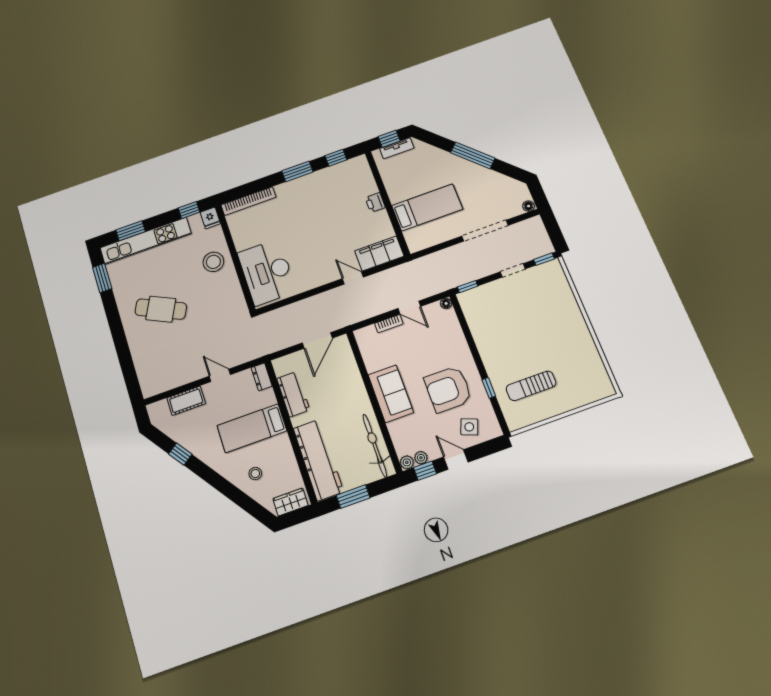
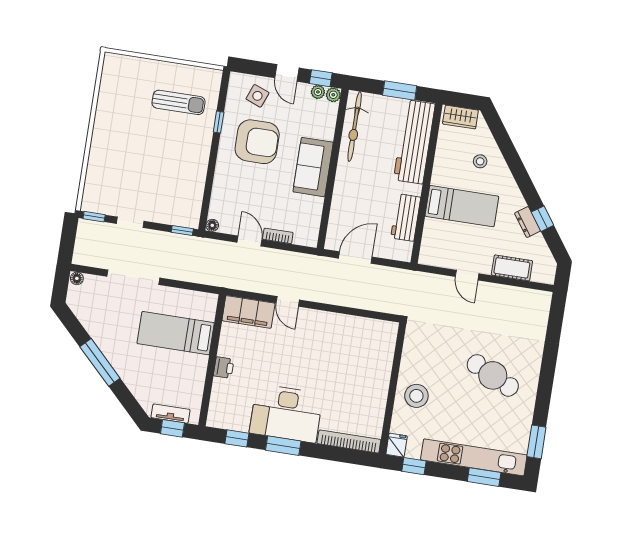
desk: (267, 272) -> (286, 413), moved, turned 90
dresser: (262, 377) -> (527, 222), moved, turned 144

